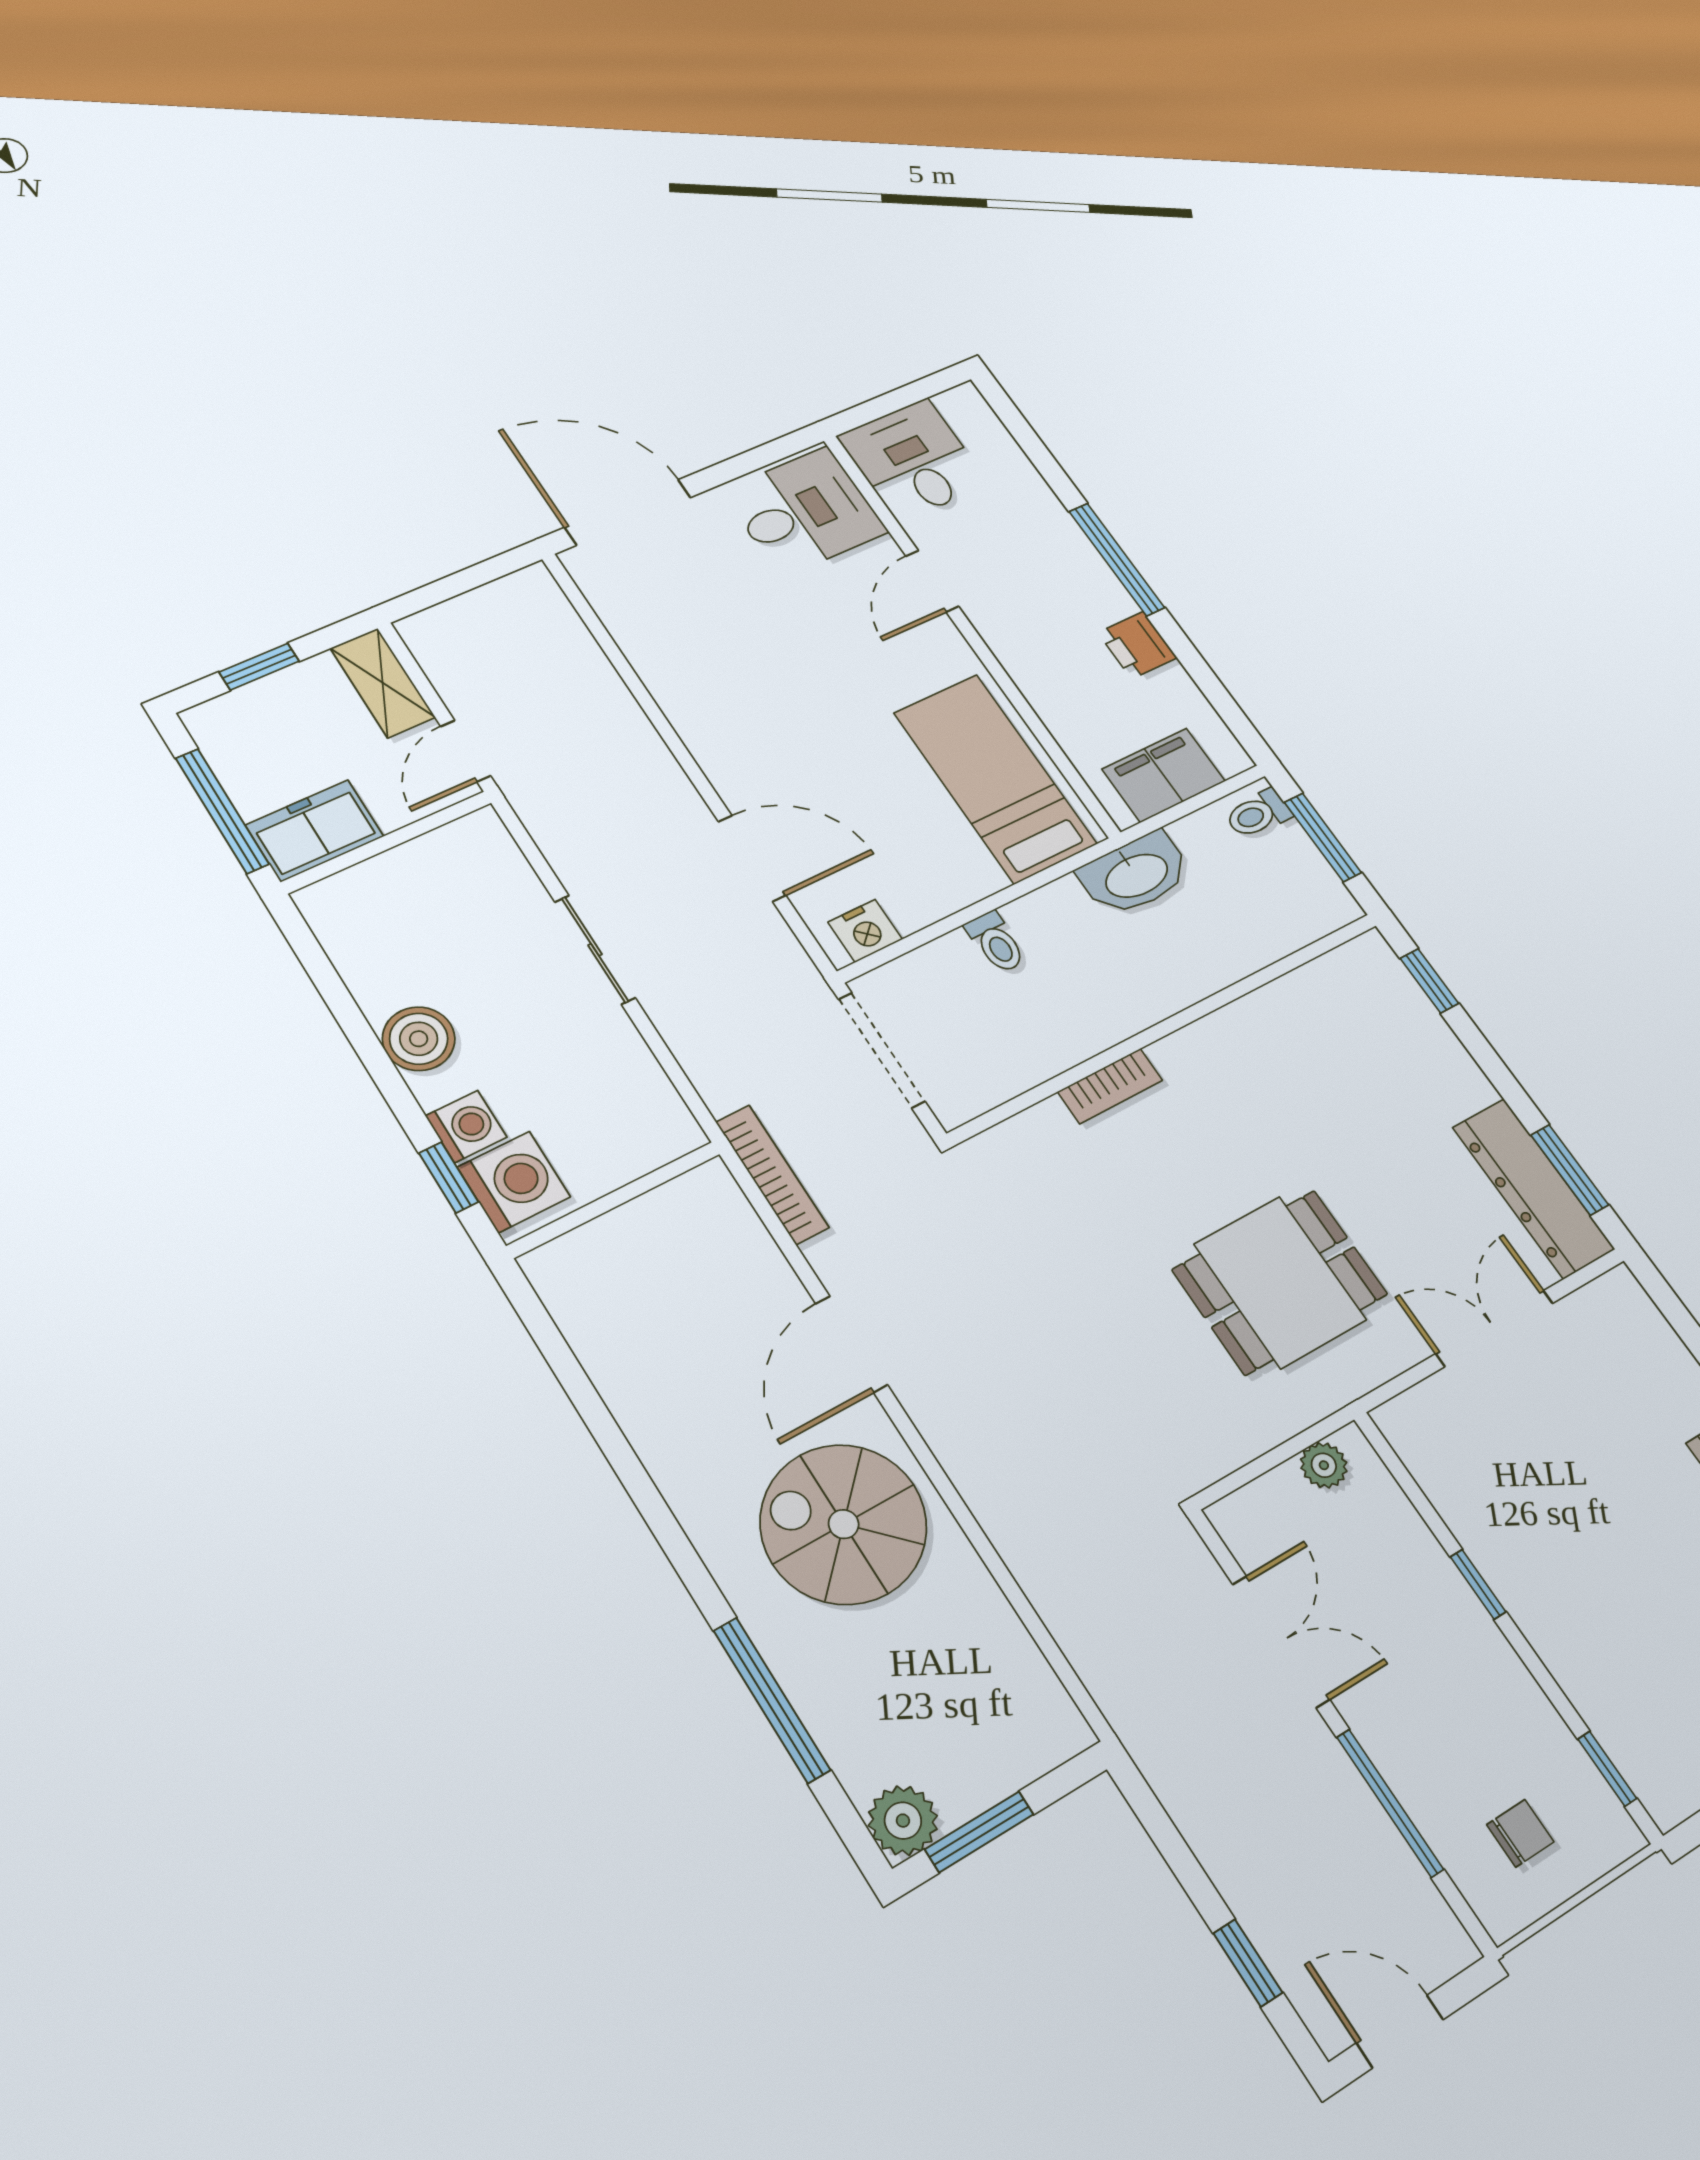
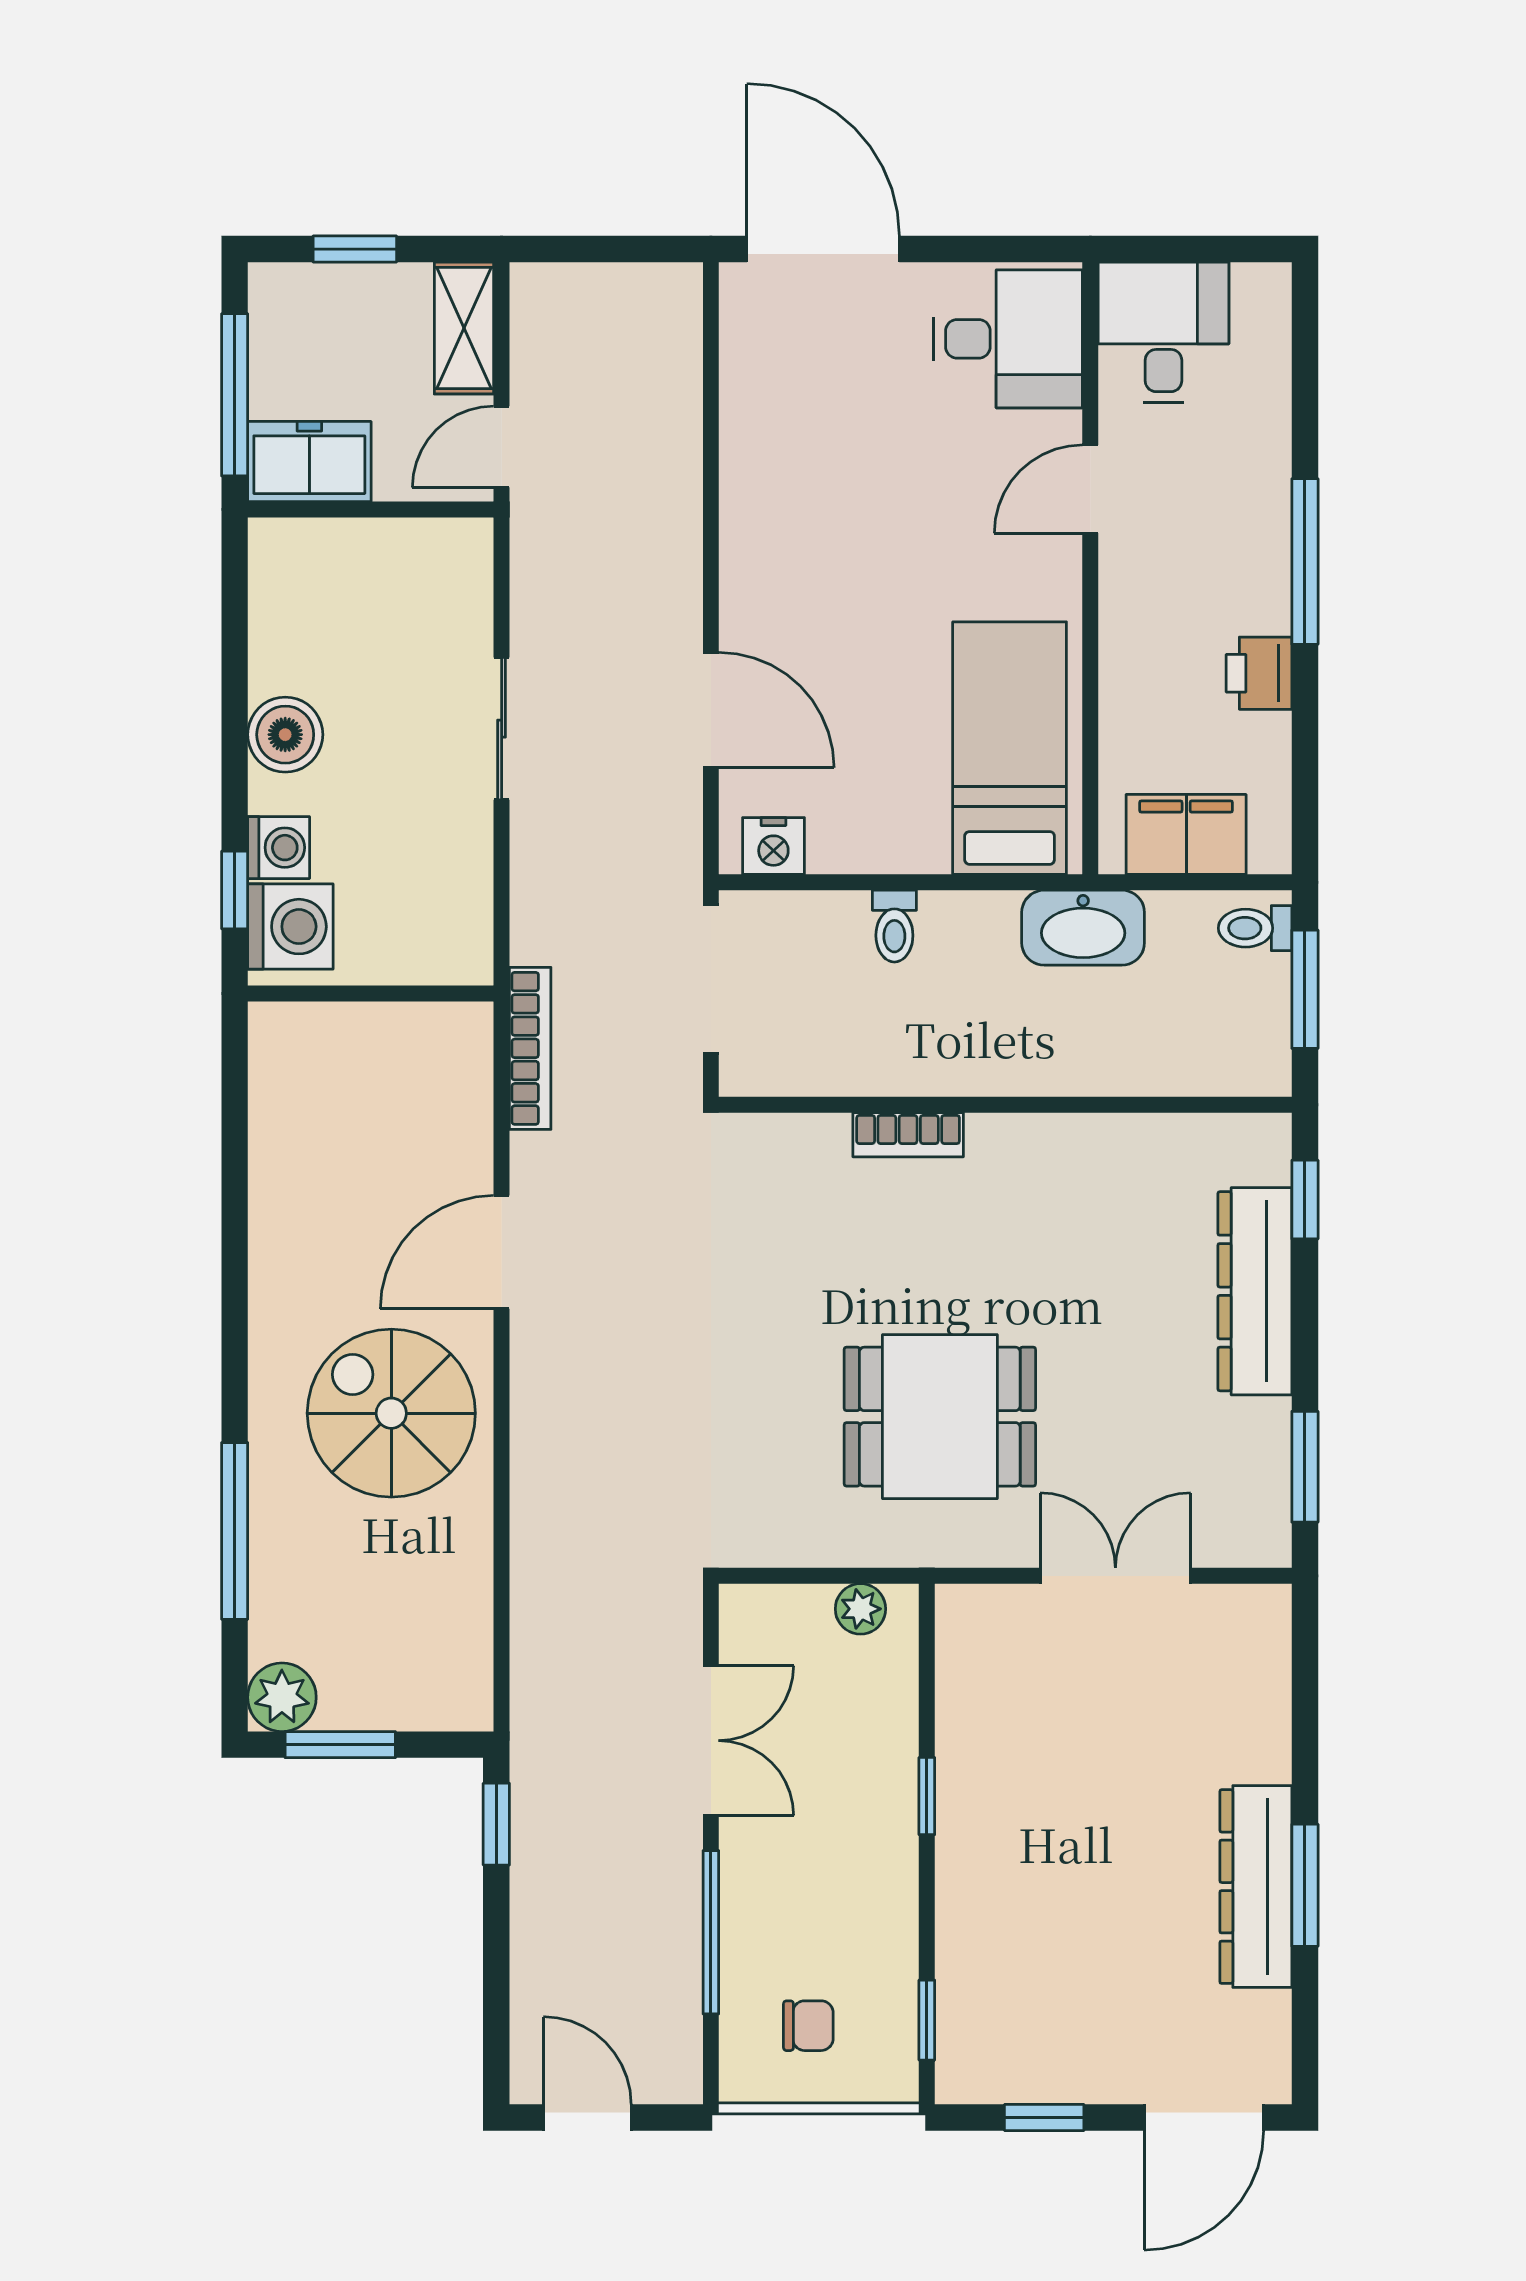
dresser: (1533, 1188) -> (1255, 1291), moved
window: (1248, 1963) -> (496, 1824), moved

